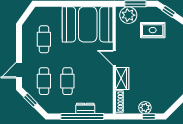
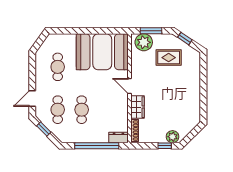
dresser: (85, 108) -> (118, 137), moved
plant: (145, 108) -> (173, 137), moved

